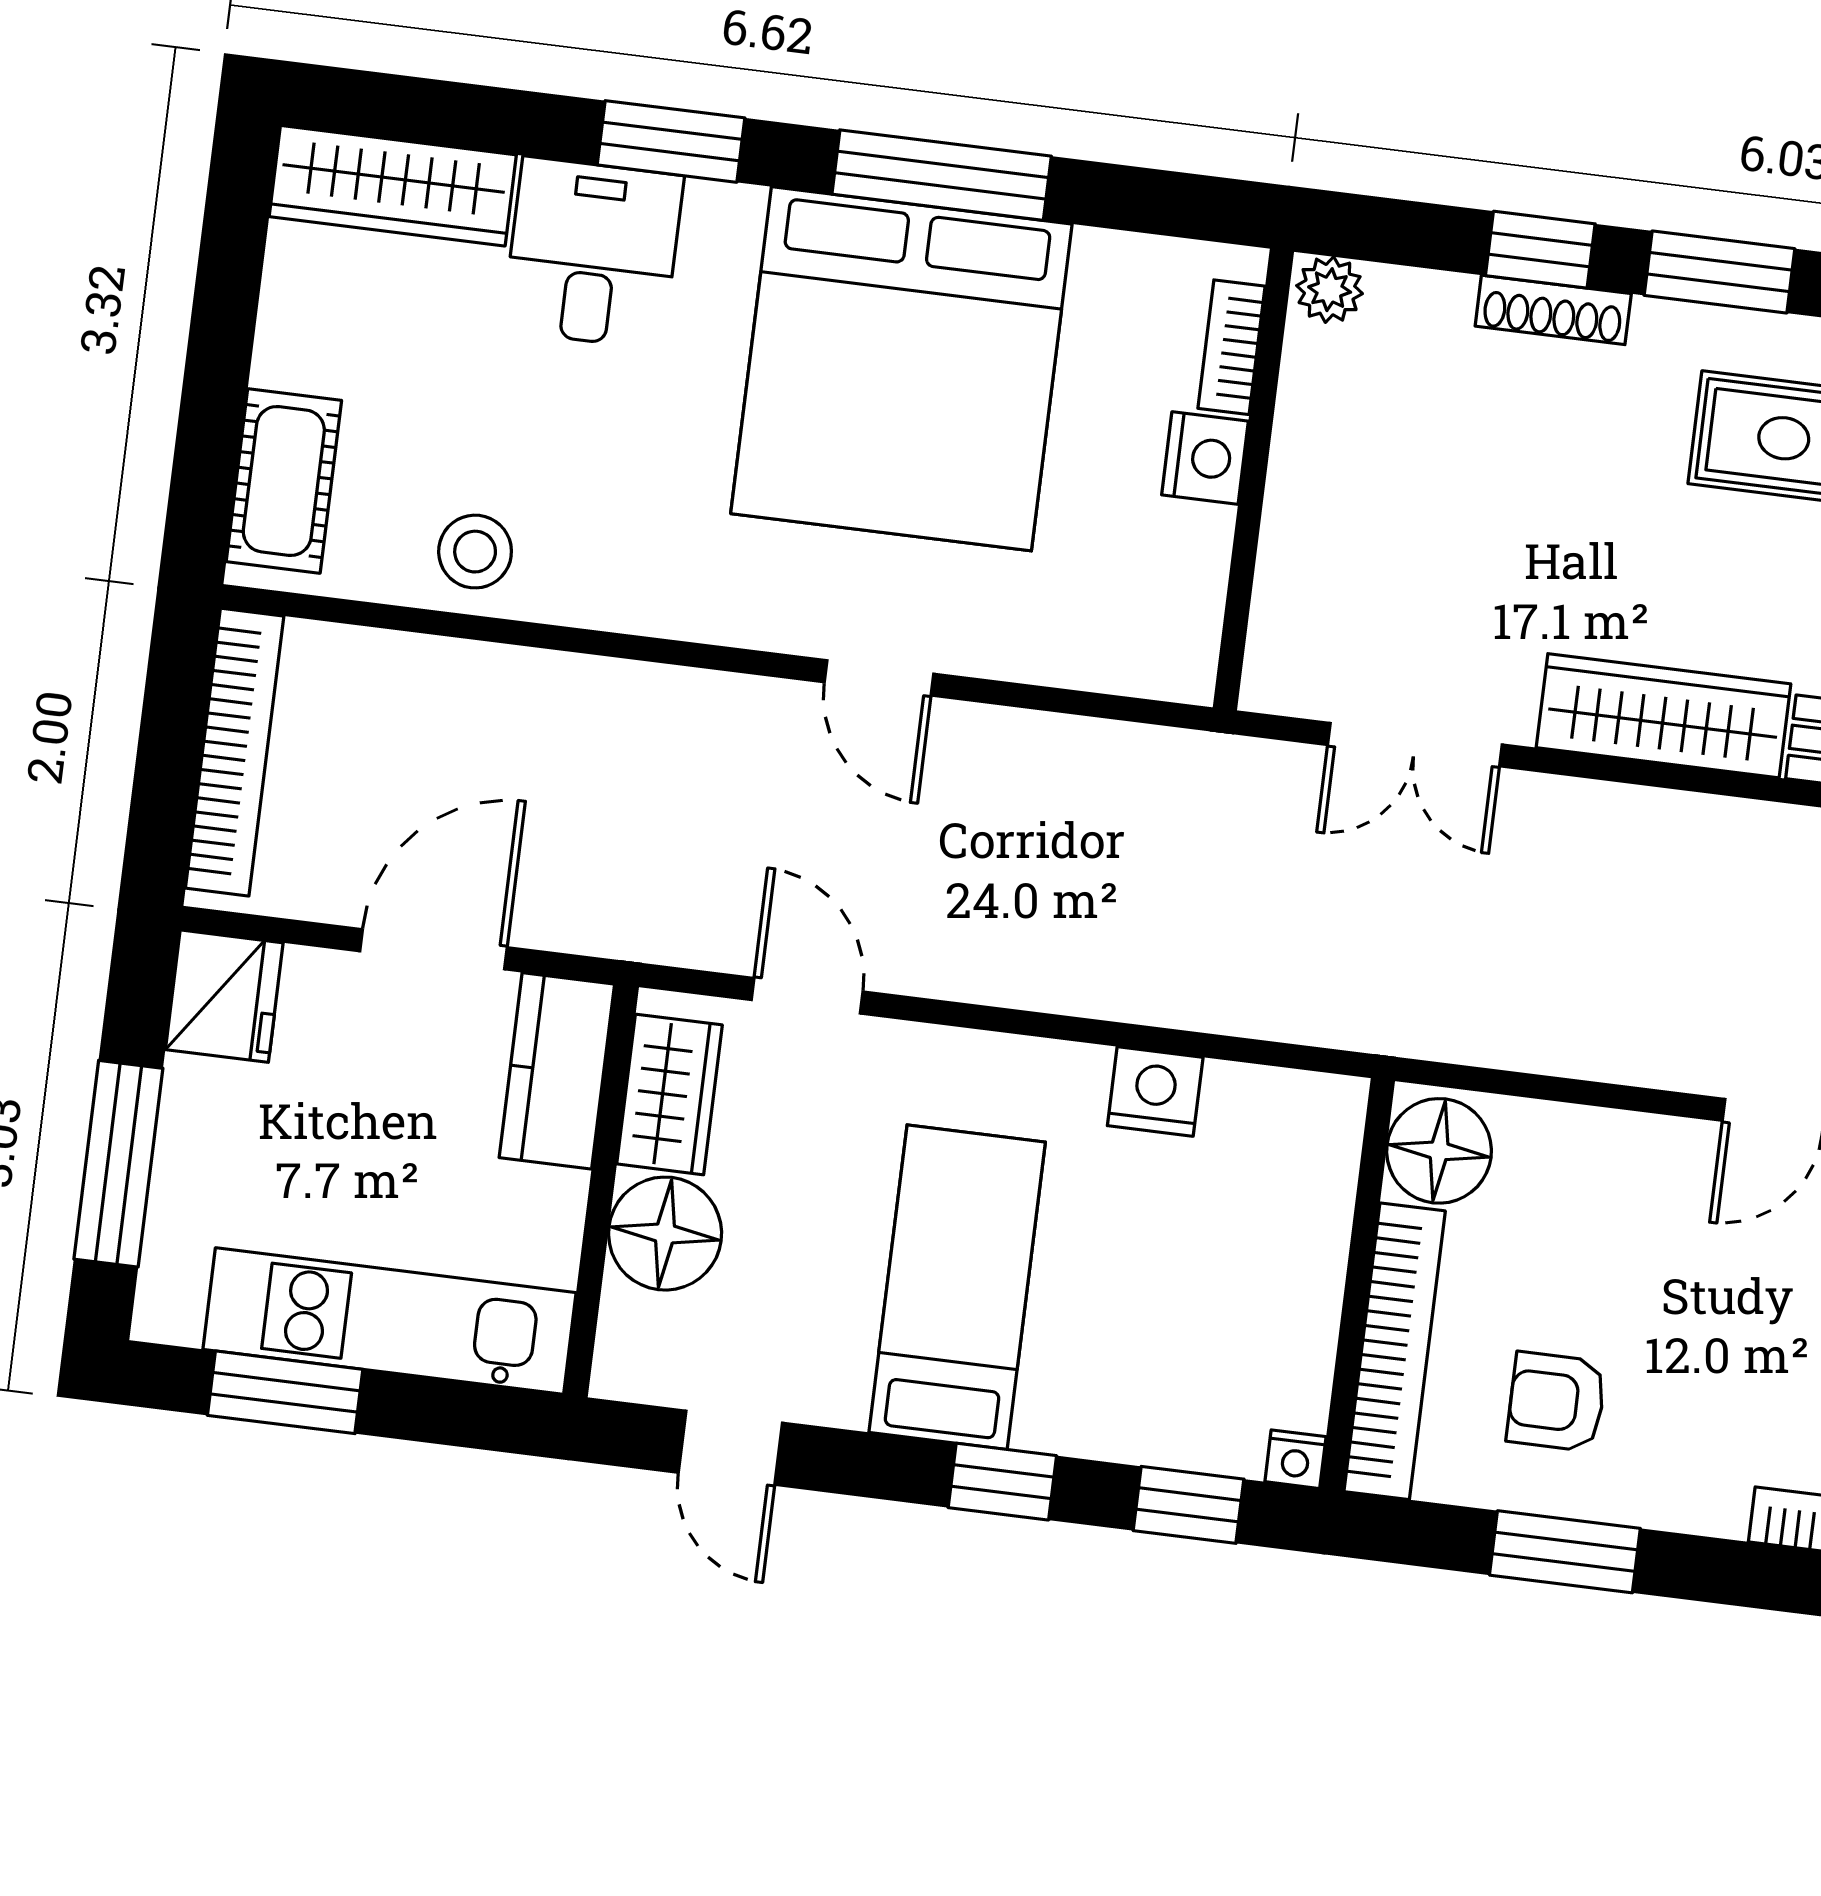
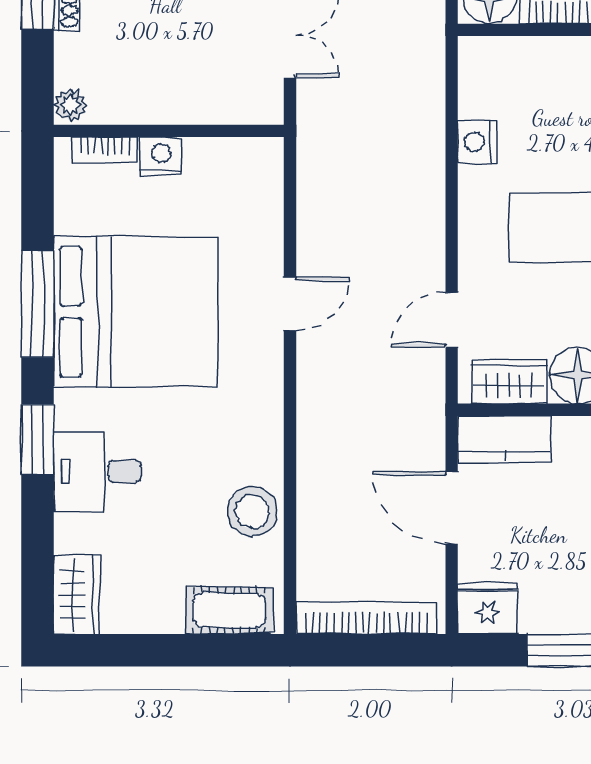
wardrobe: (393, 186) -> (77, 594), width x0.67
stool: (475, 552) -> (252, 511), width x1.38, depth x1.38

